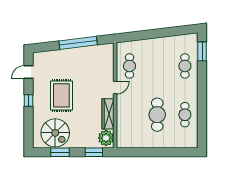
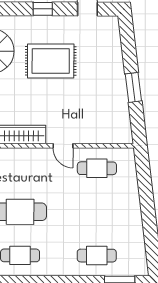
window: (78, 43) -> (133, 87), width x0.47

